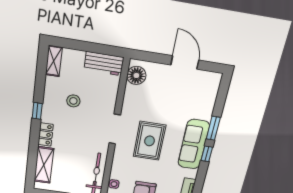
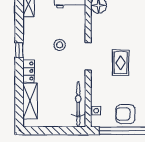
stool: (73, 101) -> (60, 45), moved
rug: (150, 141) -> (121, 63), width x0.73, depth x0.70

